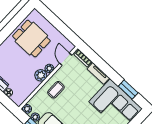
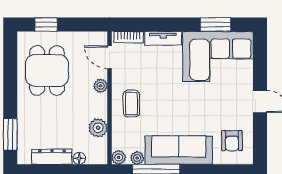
window: (51, 17) -> (46, 24), added
dining table: (31, 38) -> (47, 70), turned 90
plant: (41, 75) -> (98, 128), moved

